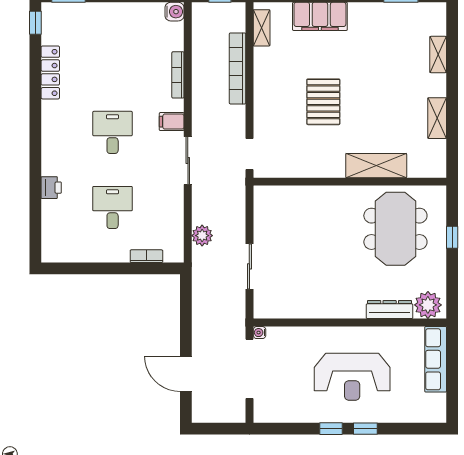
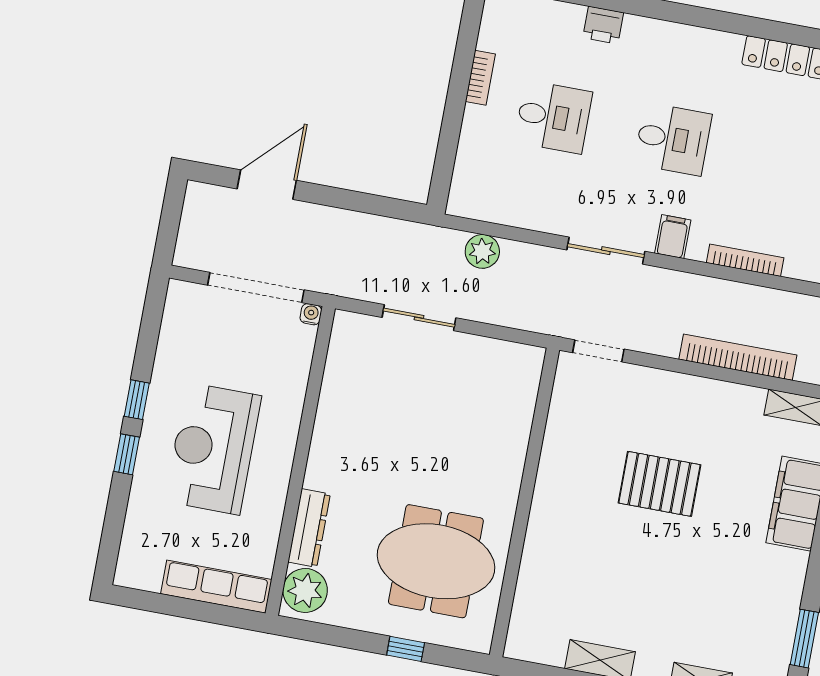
shelving: (376, 166) -> (542, 549), removed
bookcase: (146, 256) -> (480, 78), moved

